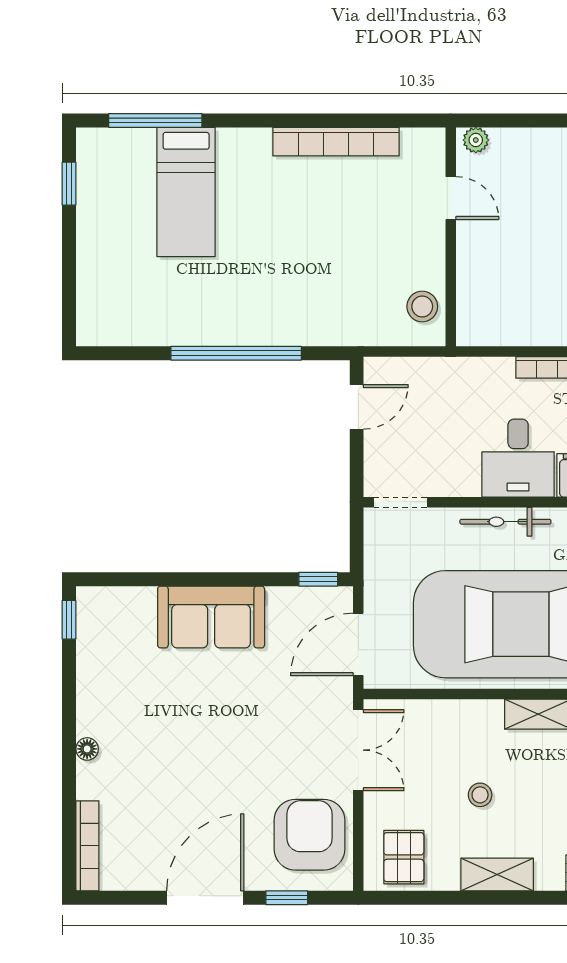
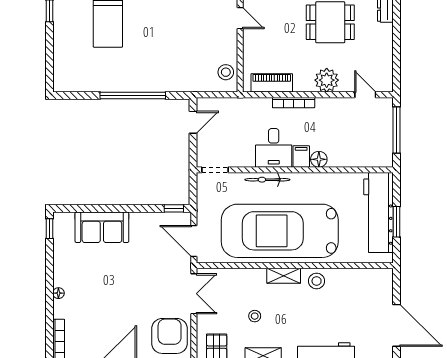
piano: (514, 328) -> (272, 83), added
sofa: (211, 617) -> (102, 227), moved
door: (358, 644) -> (194, 241), hinge flipped

